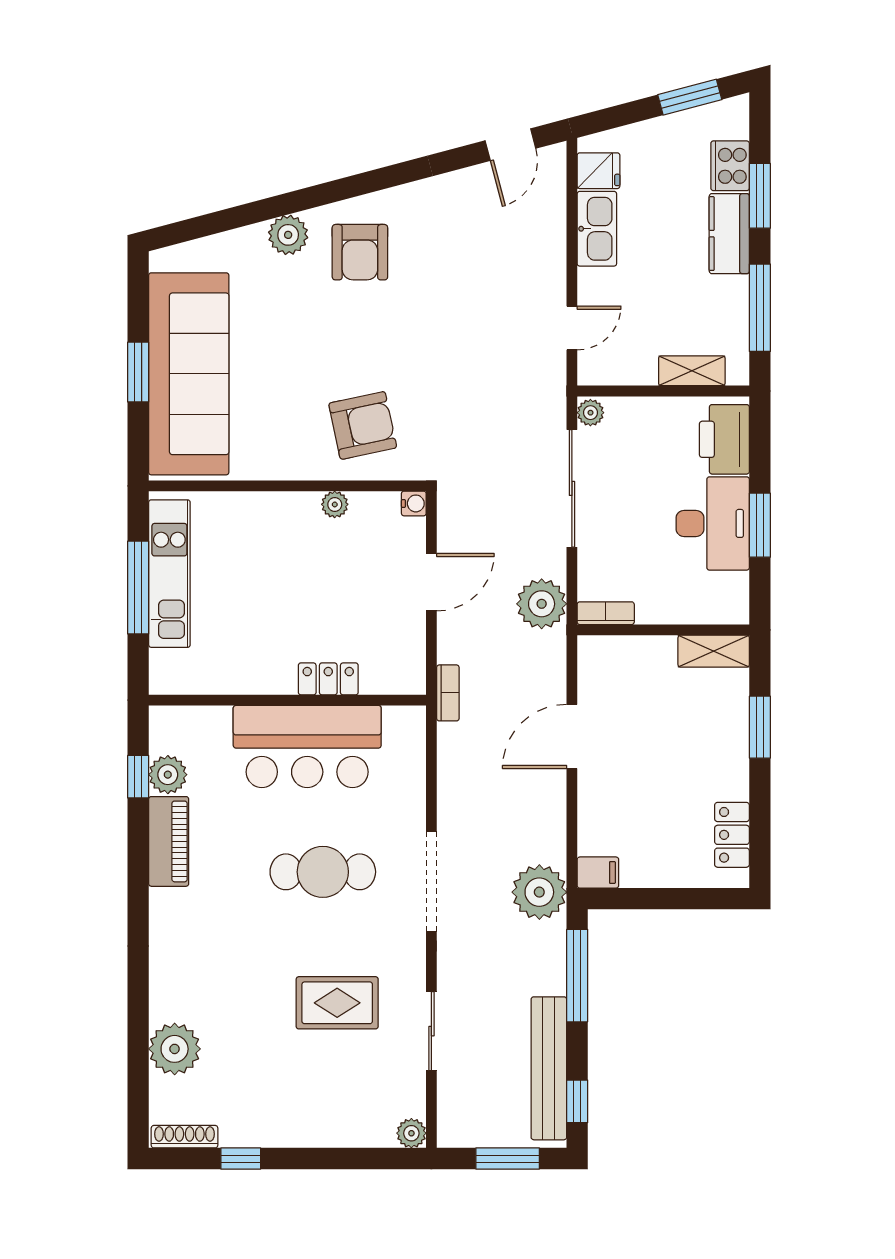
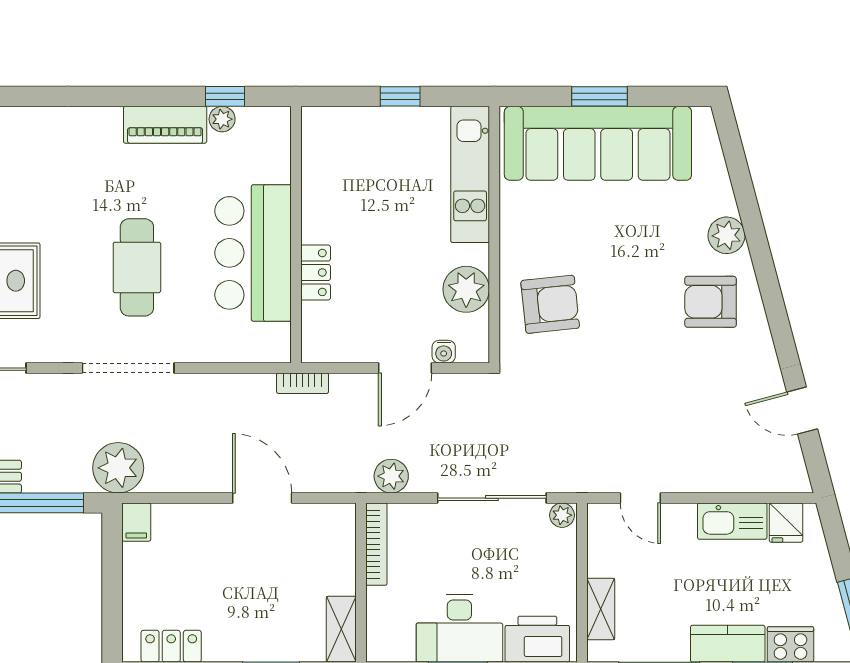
door: (510, 145) -> (802, 410), moved
armchair: (363, 425) -> (550, 304), turned -84
water cooler: (414, 503) -> (444, 352), moved
plant: (335, 504) -> (466, 289), width x1.87, depth x1.87
kitchen unit: (169, 574) -> (470, 174), moved, turned 90
door: (431, 582) -> (405, 368), hinge flipped
window: (138, 588) -> (400, 96), width x0.46
plant: (542, 604) -> (391, 476), width x0.73, depth x0.73
bookcase: (606, 613) -> (376, 544), width x1.56
plant: (168, 775) -> (222, 119), width x0.73, depth x0.73

